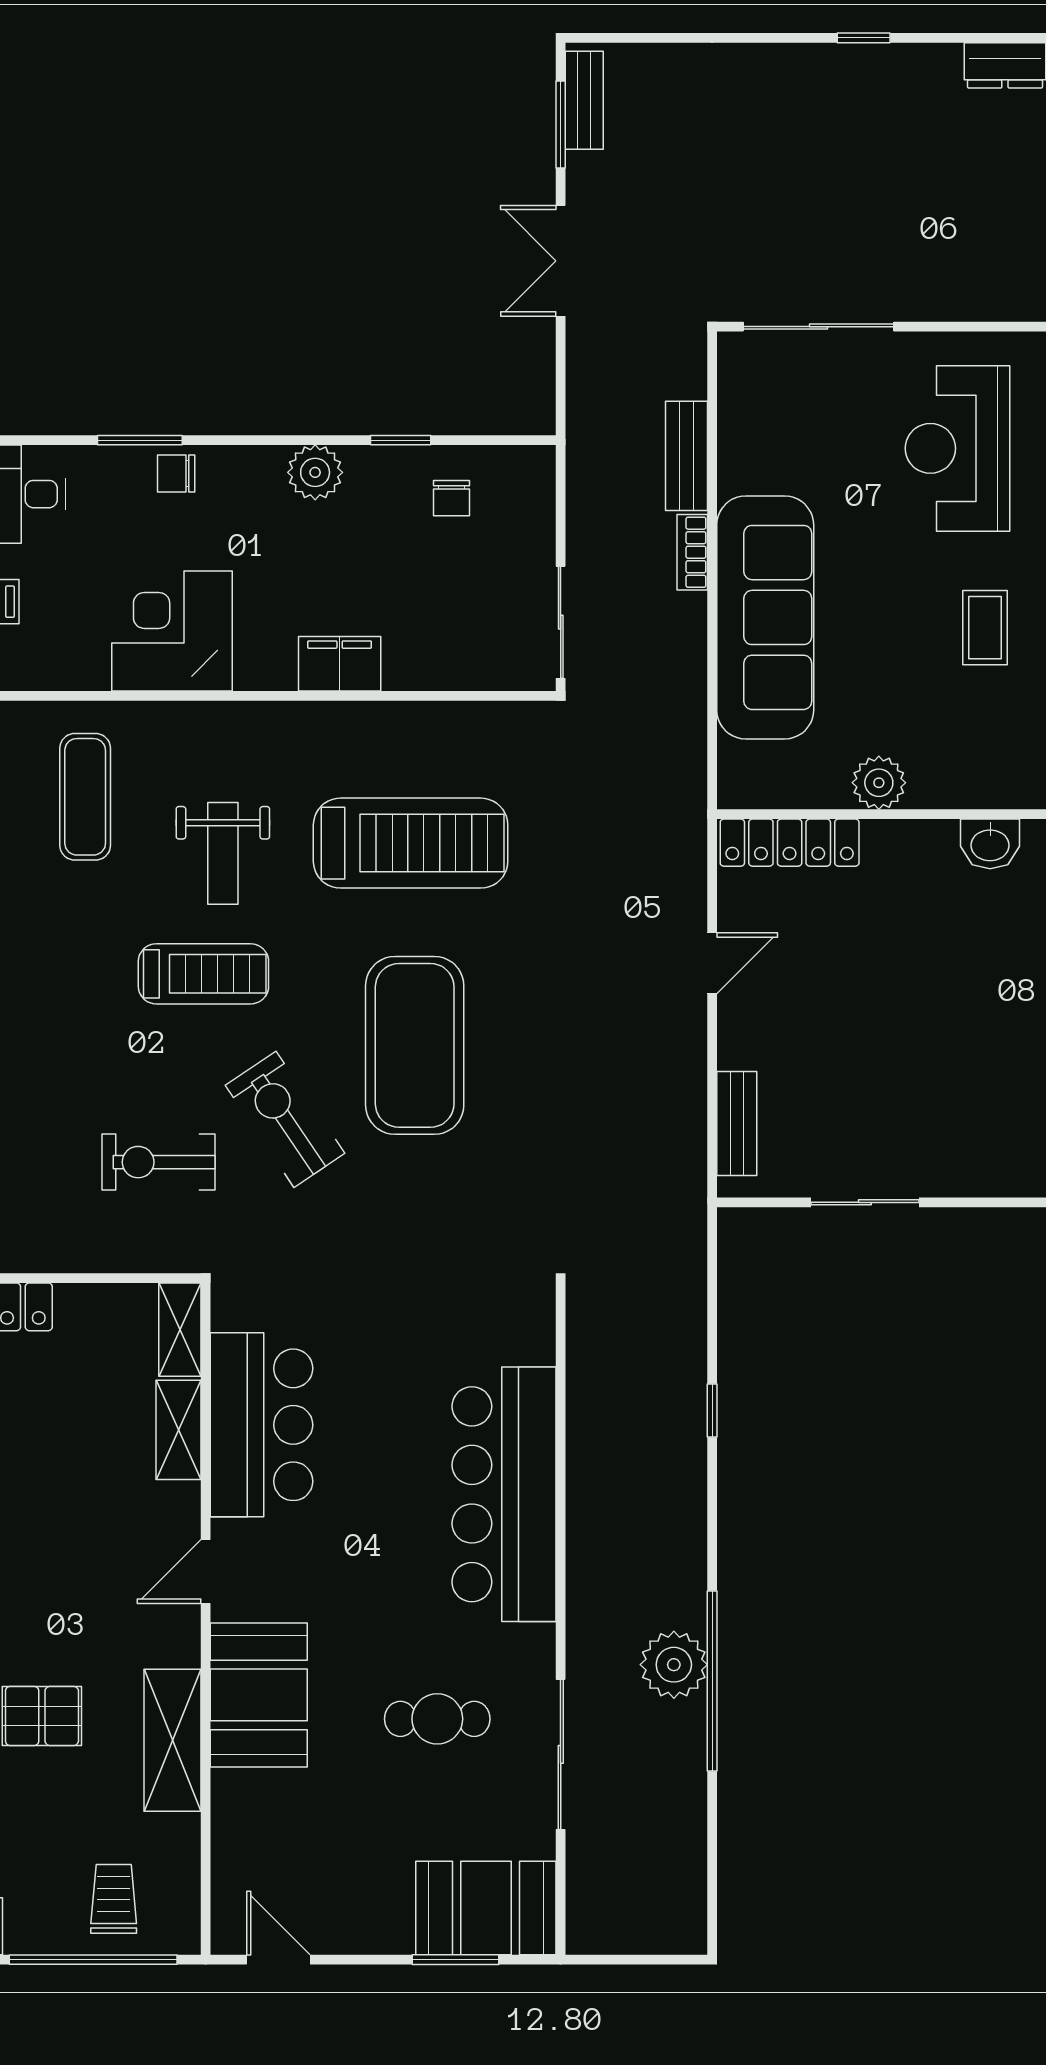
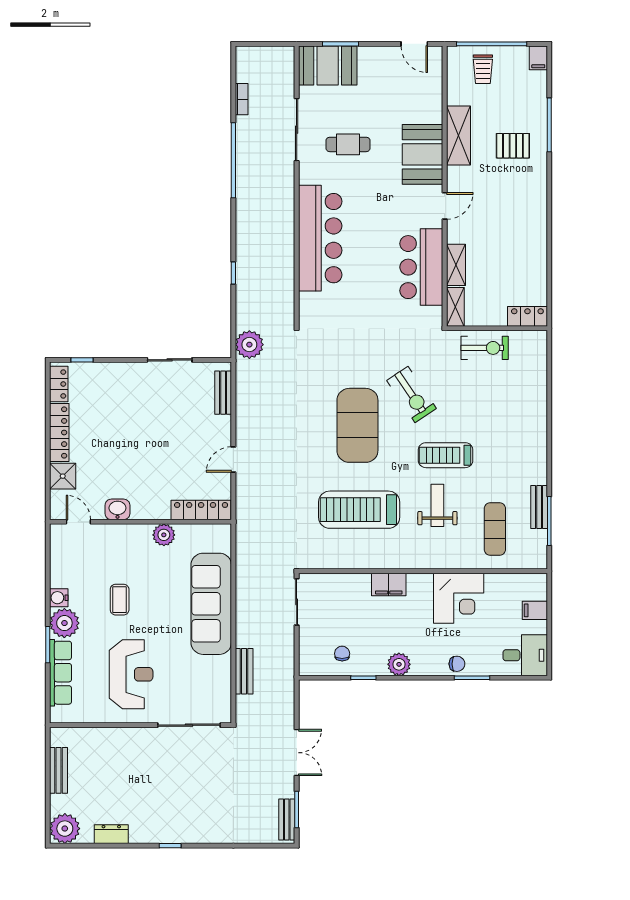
bookcase: (692, 552) -> (242, 99), moved
exercise bike: (158, 1162) -> (485, 348), moved
plant: (674, 1665) -> (249, 345), moved

